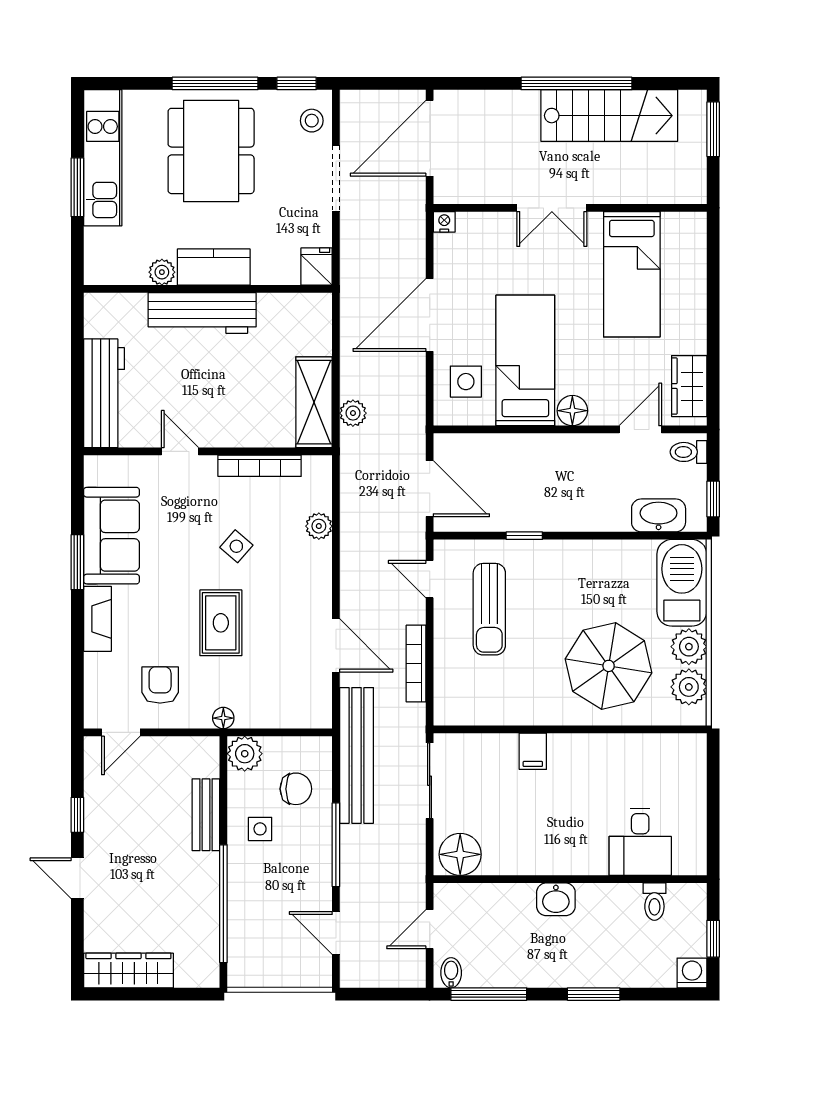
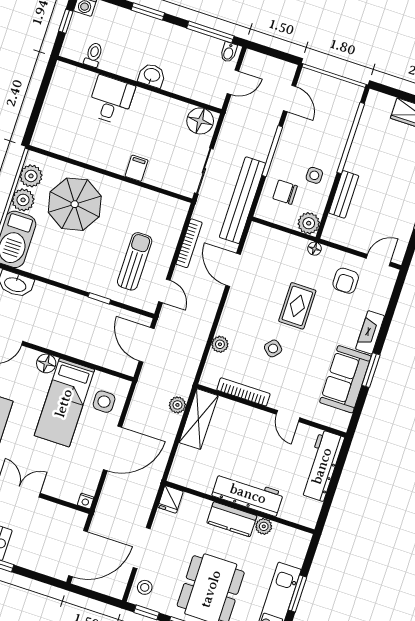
desk: (640, 842) -> (111, 100), moved

